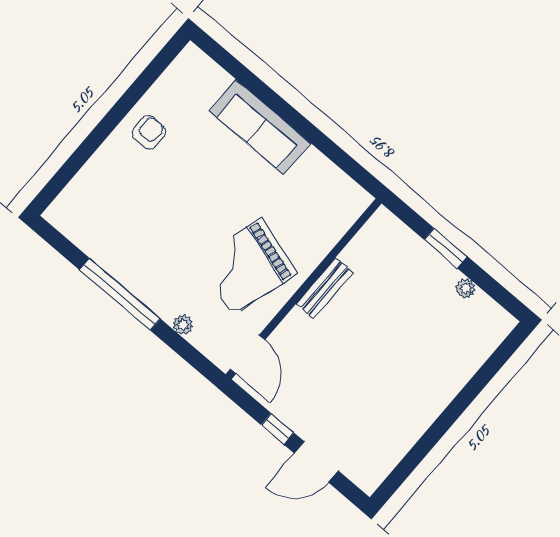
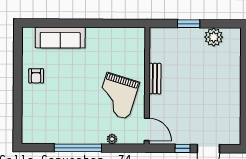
sofa: (260, 127) -> (60, 38), moved
armchair: (149, 132) -> (36, 76), turned 180
plant: (466, 288) -> (214, 37), width x1.88, depth x1.88

